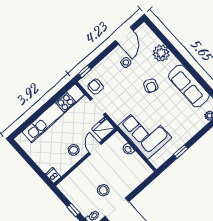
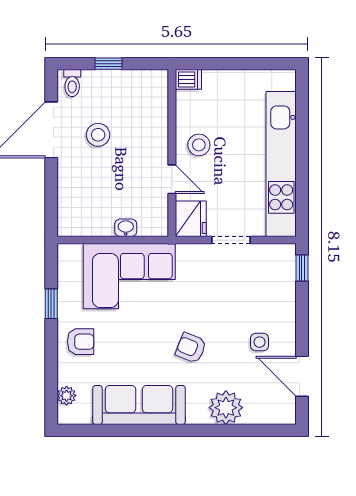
armchair: (95, 87) -> (81, 342), moved

